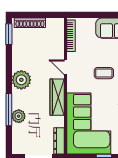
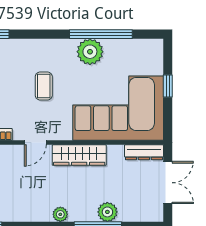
plant: (21, 80) -> (60, 214), width x0.53, depth x0.53

